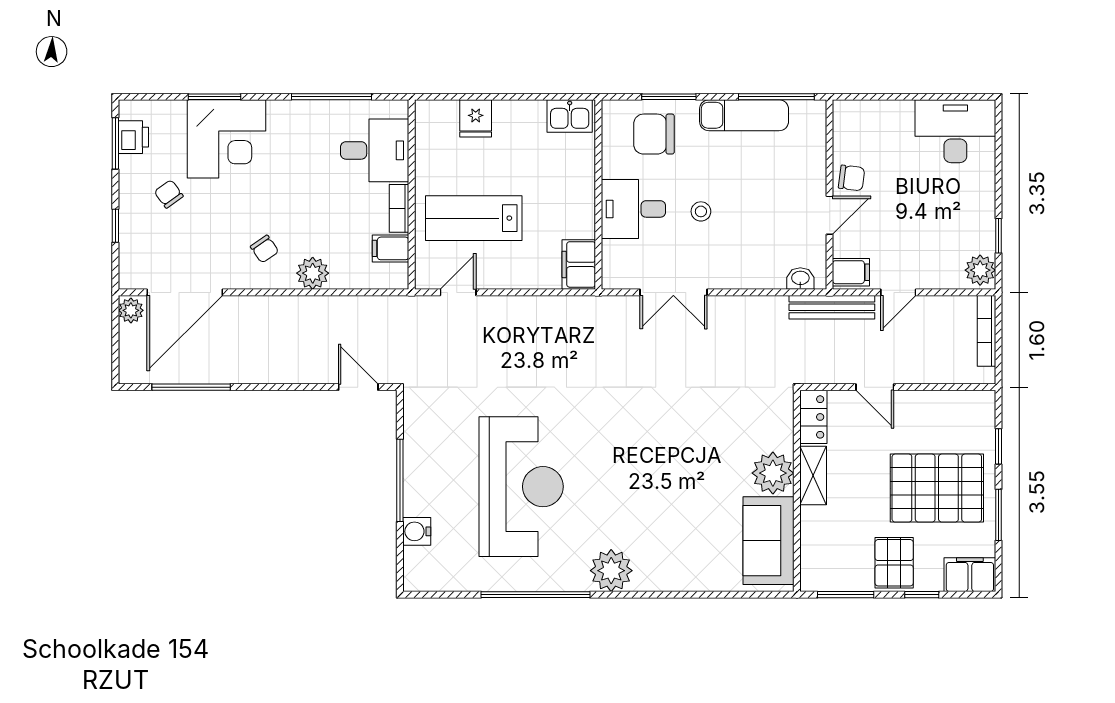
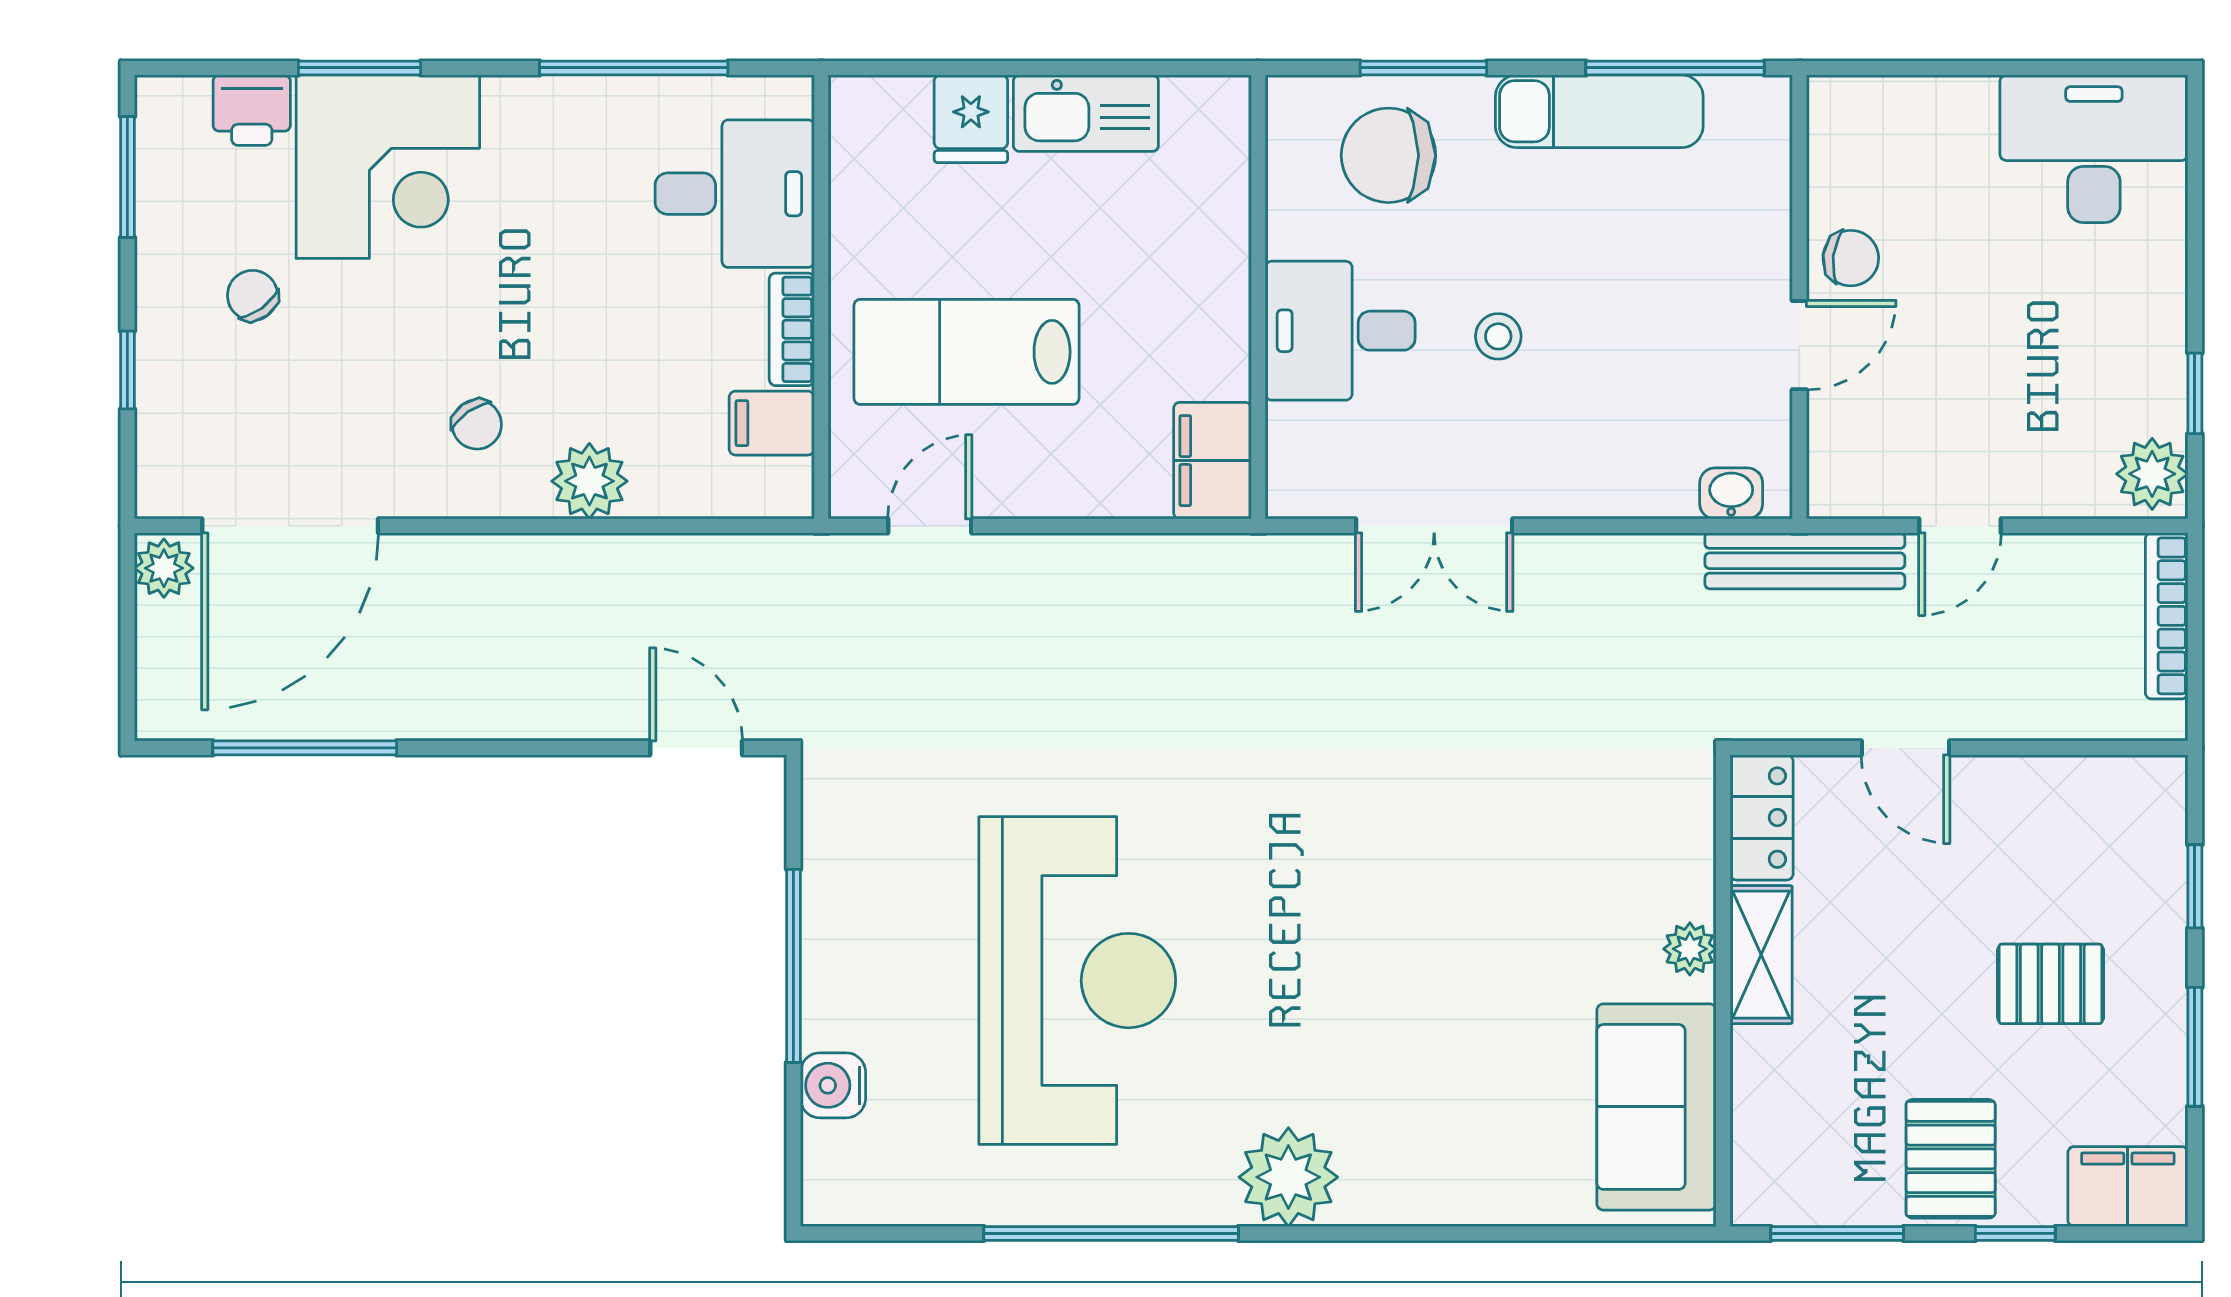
kitchen sink: (570, 116) -> (1086, 113), moved, width x1.38
printer: (133, 137) -> (252, 110), moved, turned 90
filing cabinet: (851, 272) -> (1850, 479), removed
plant: (773, 473) -> (1690, 949), width x0.53, depth x0.53
pallet: (937, 488) -> (2051, 984), width x0.49, depth x0.50

